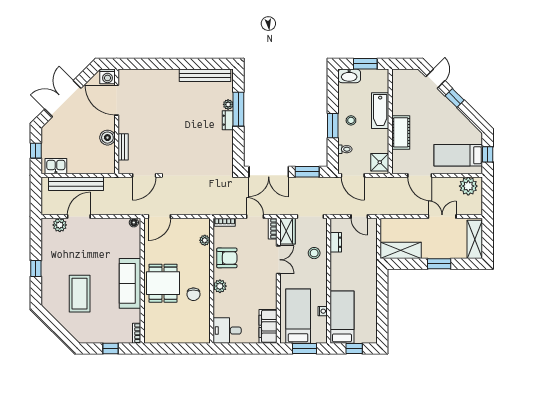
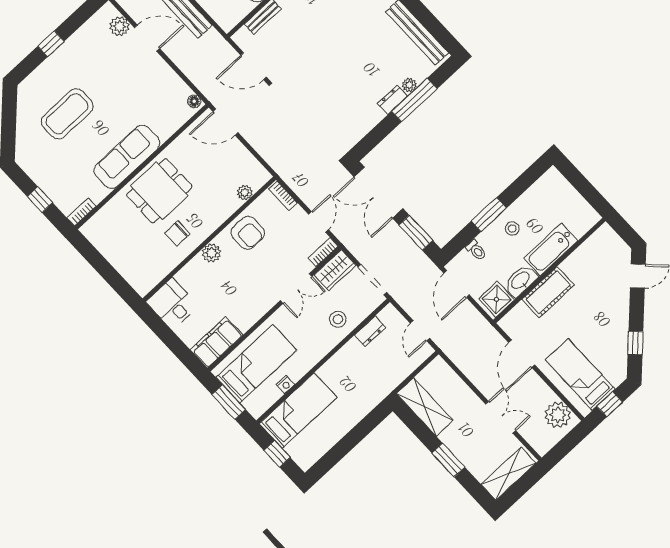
window: (365, 64) -> (585, 188), removed
washbasin: (349, 76) -> (521, 281), moved, turned 90
window: (455, 98) -> (635, 343), moved

